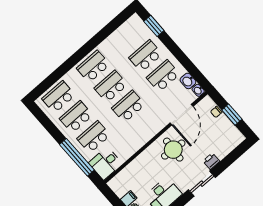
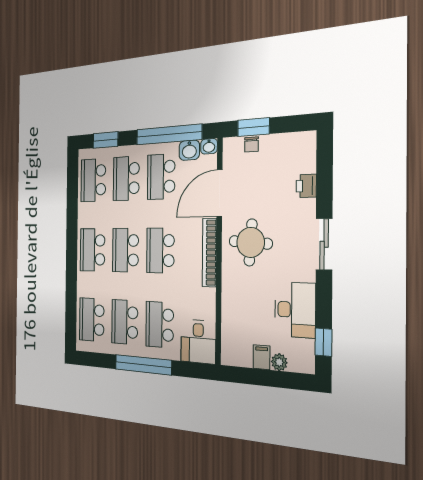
school desk: (128, 36) -> (93, 180), added
window: (186, 63) -> (169, 134), added
door: (182, 115) -> (219, 193), swing flipped
window: (232, 115) -> (254, 127), moved
bookcase: (151, 133) -> (209, 253), added
window: (77, 157) -> (143, 365), moved
printer: (211, 161) -> (306, 186), moved

